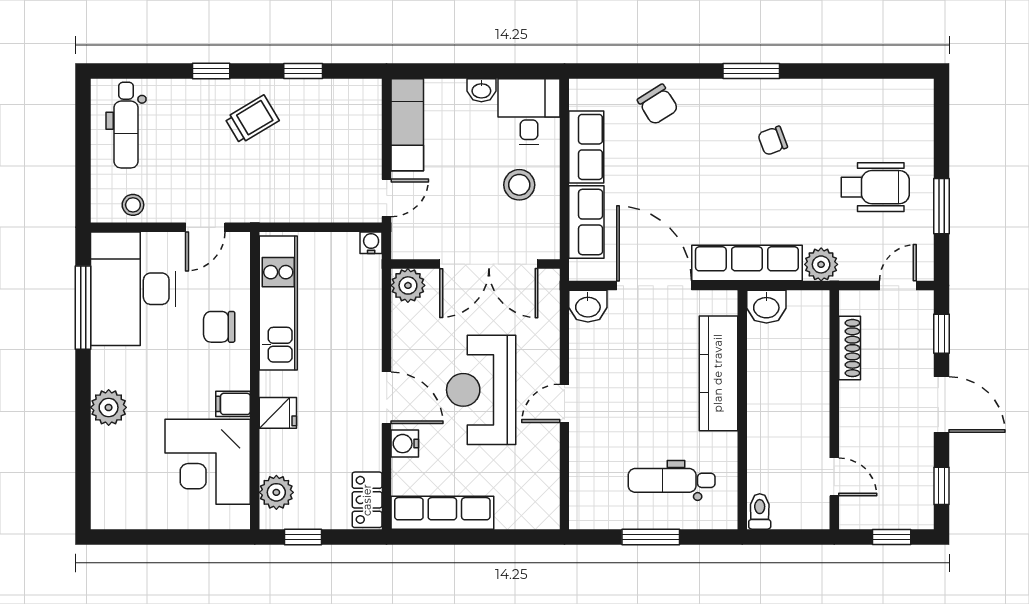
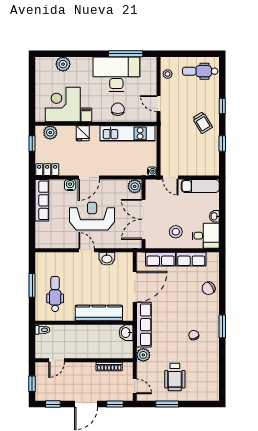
desk: (133, 289) -> (116, 74), moved
washbasin: (588, 306) -> (107, 259), moved, turned -90
plant: (109, 407) -> (63, 64), moved

